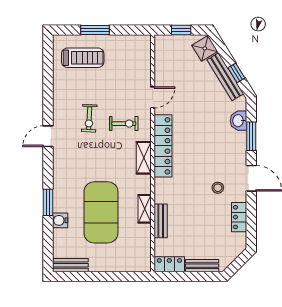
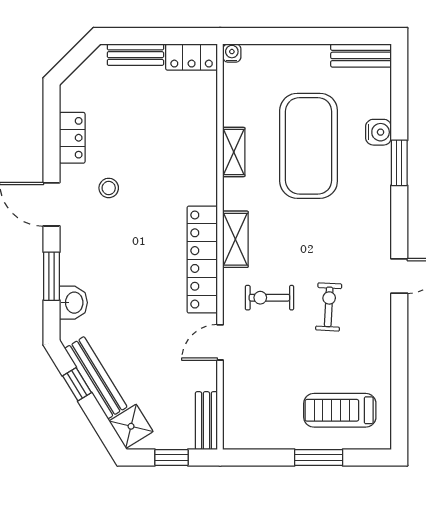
bench: (161, 221) -> (206, 421), moved
water cooler: (146, 267) -> (232, 53), added

